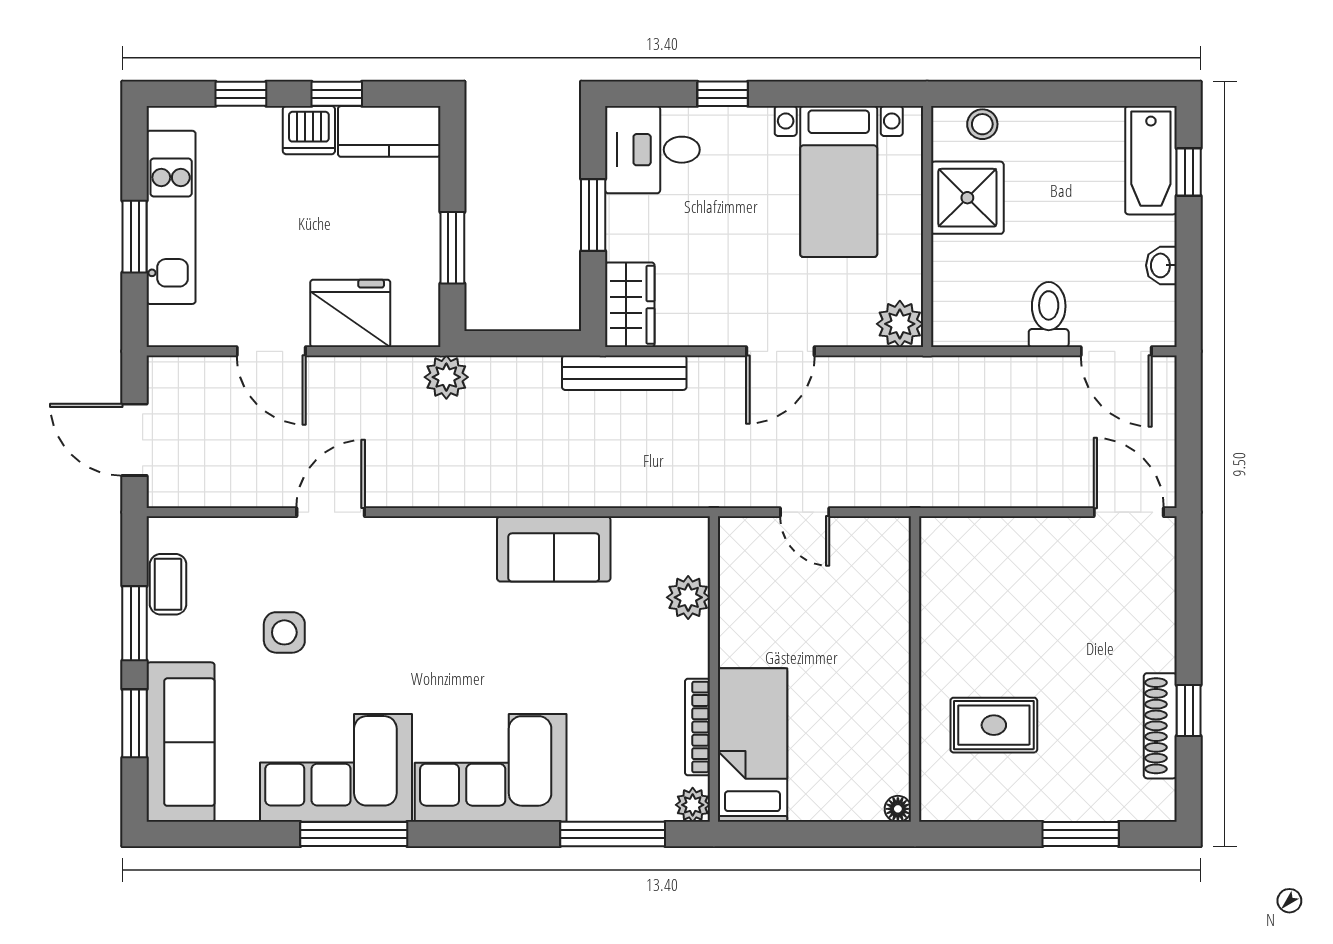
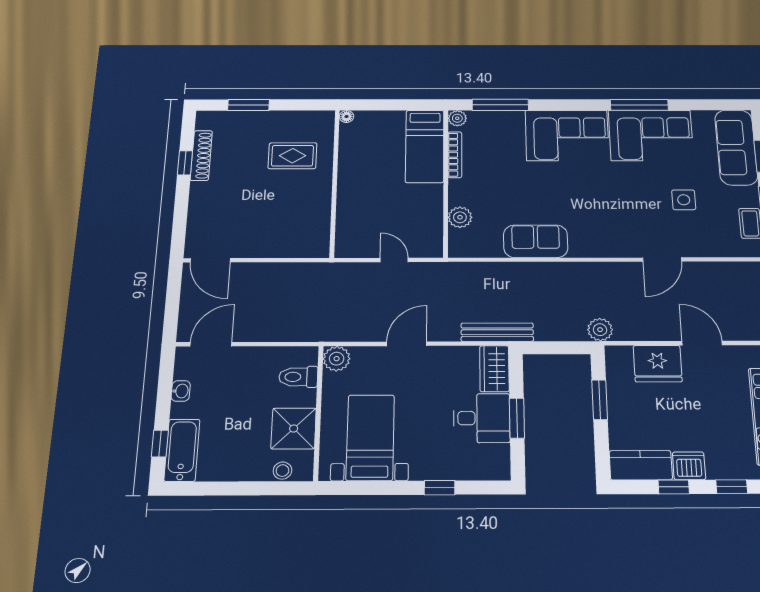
desk: (652, 150) -> (482, 418), moved
toilet: (1049, 315) -> (298, 377), moved, turned 90
door: (1116, 351) -> (211, 344), hinge flipped

